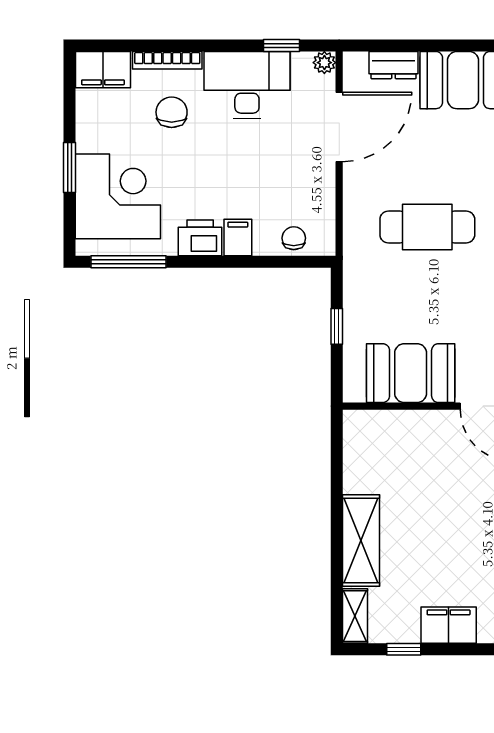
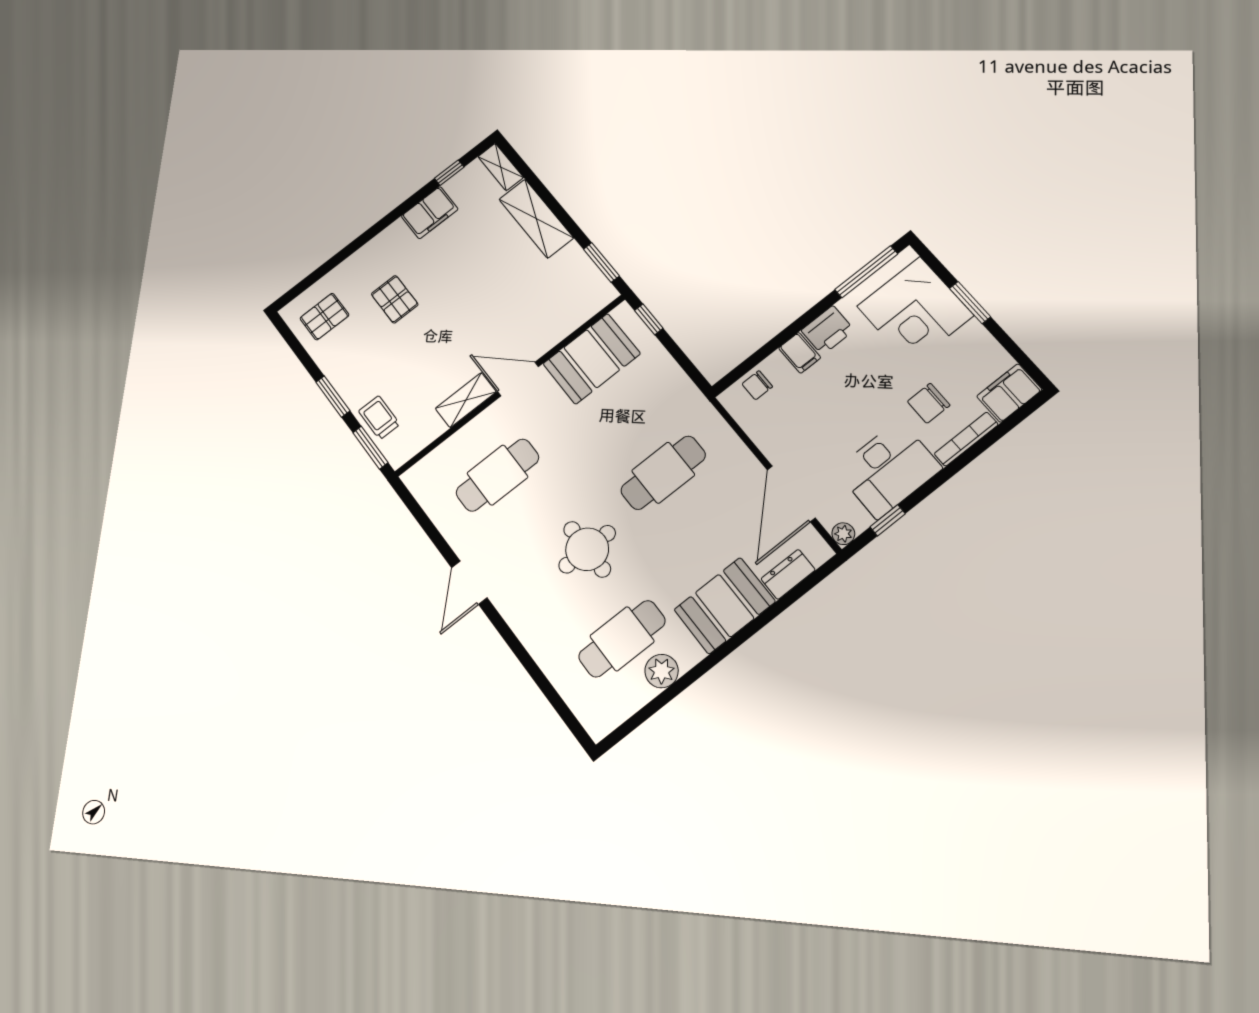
chair: (172, 112) -> (929, 403), turned 90
chair: (294, 238) -> (757, 385), turned 90
window: (337, 326) -> (649, 319), moved
window: (337, 453) -> (601, 263), added

